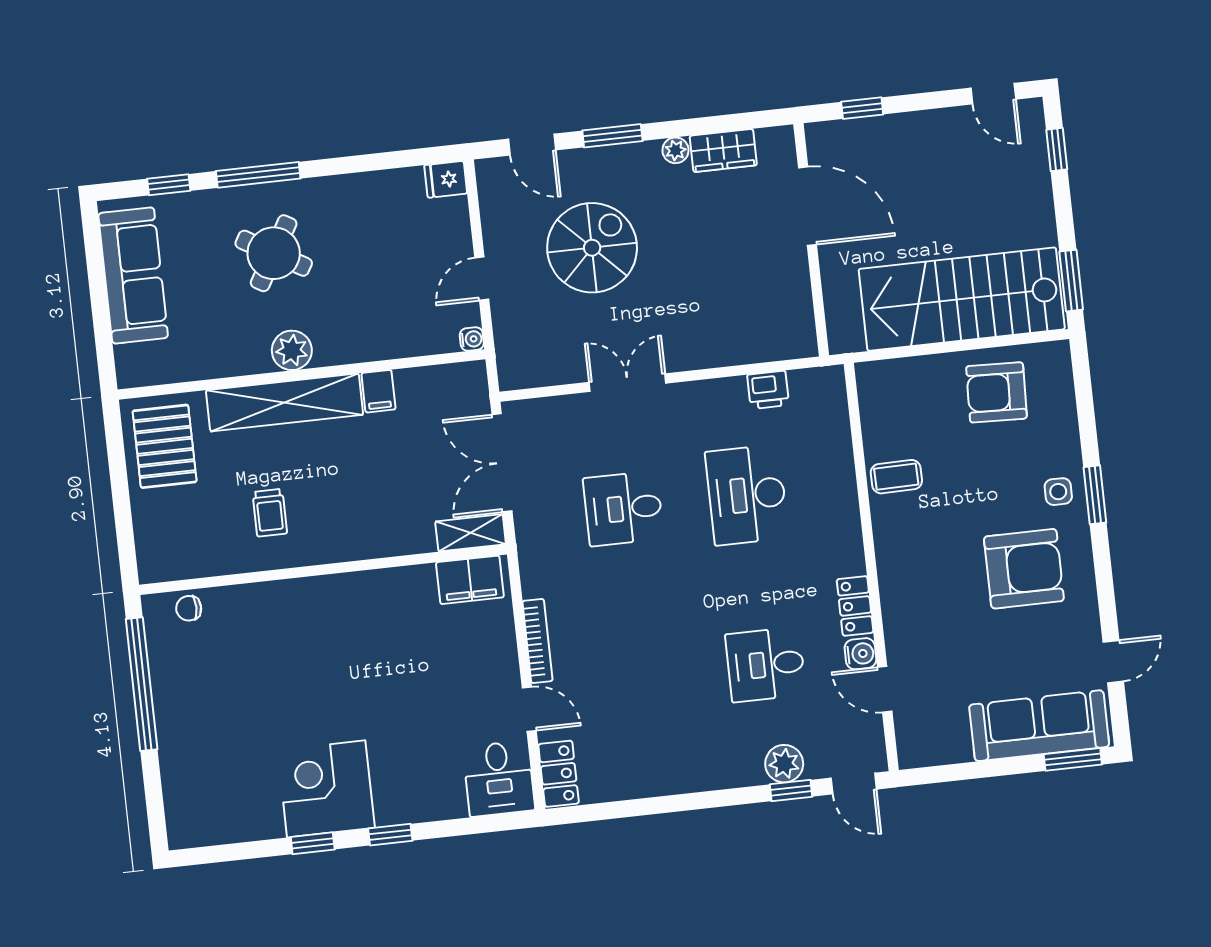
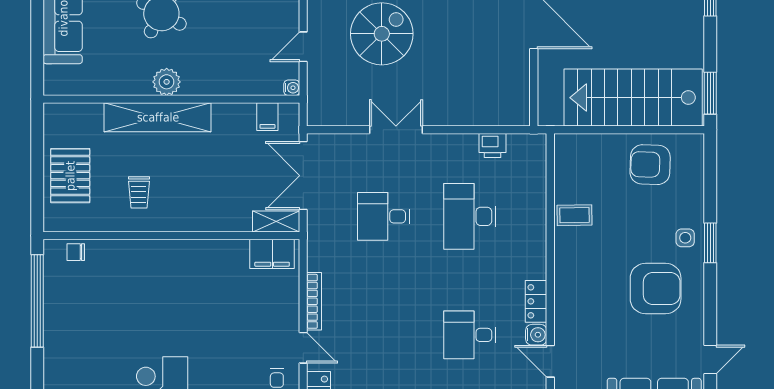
filing cabinet: (378, 391) -> (267, 117), moved
pallet: (165, 446) -> (70, 176), moved

